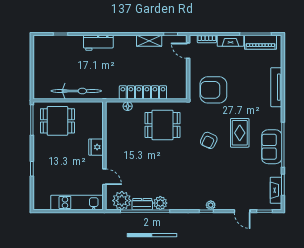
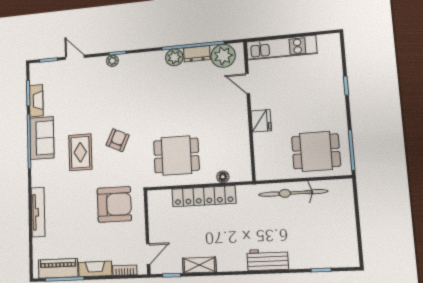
door: (188, 51) -> (148, 254), hinge flipped
fireplace: (276, 190) -> (36, 101), moved

